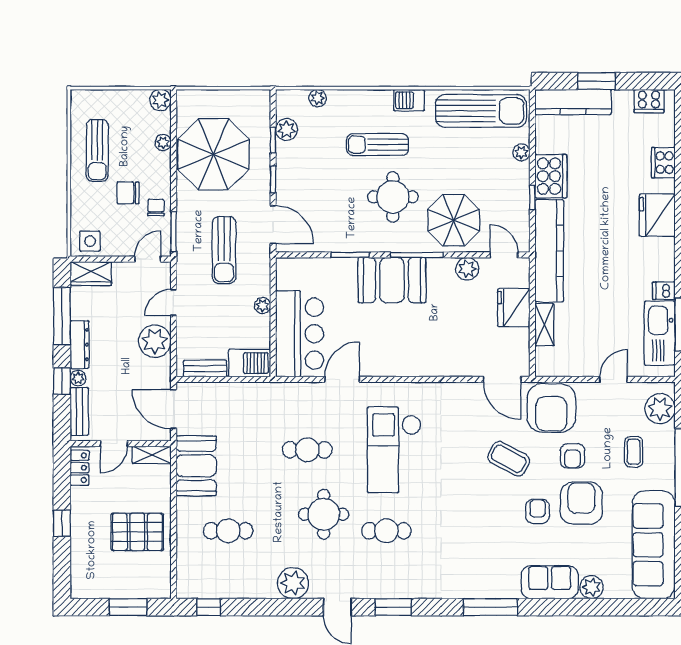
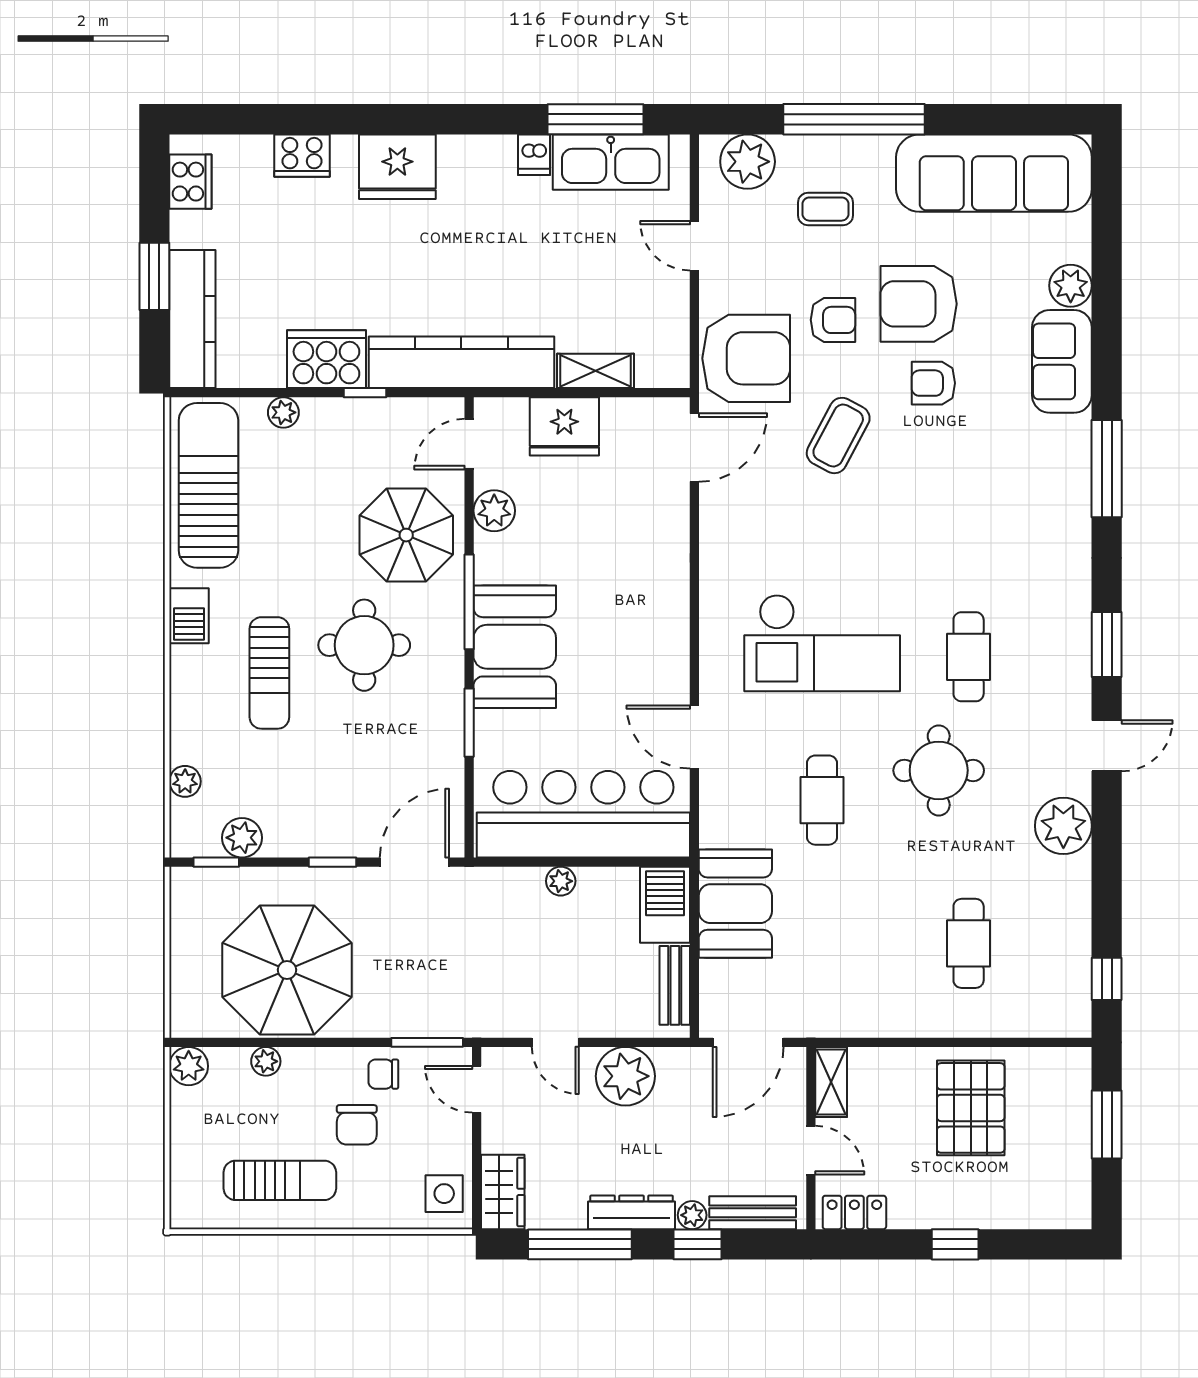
window: (273, 140) -> (216, 862), moved
sun lounger: (224, 250) -> (460, 951), removed
bar counter: (300, 334) -> (583, 814), width x1.36
booth: (196, 466) -> (735, 904), moved, turned 90

